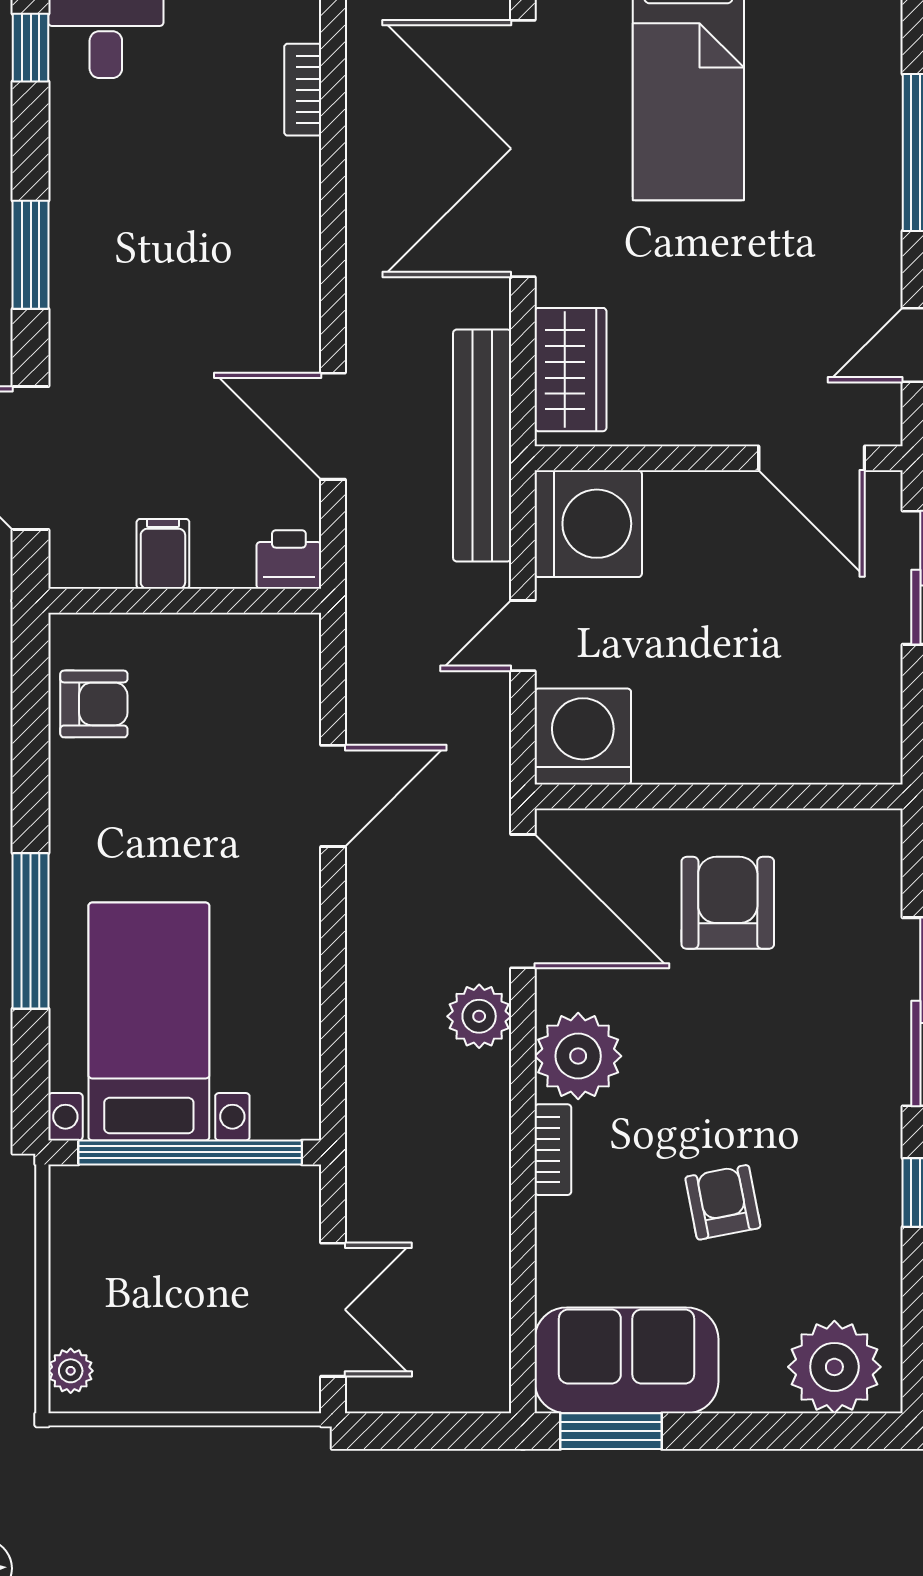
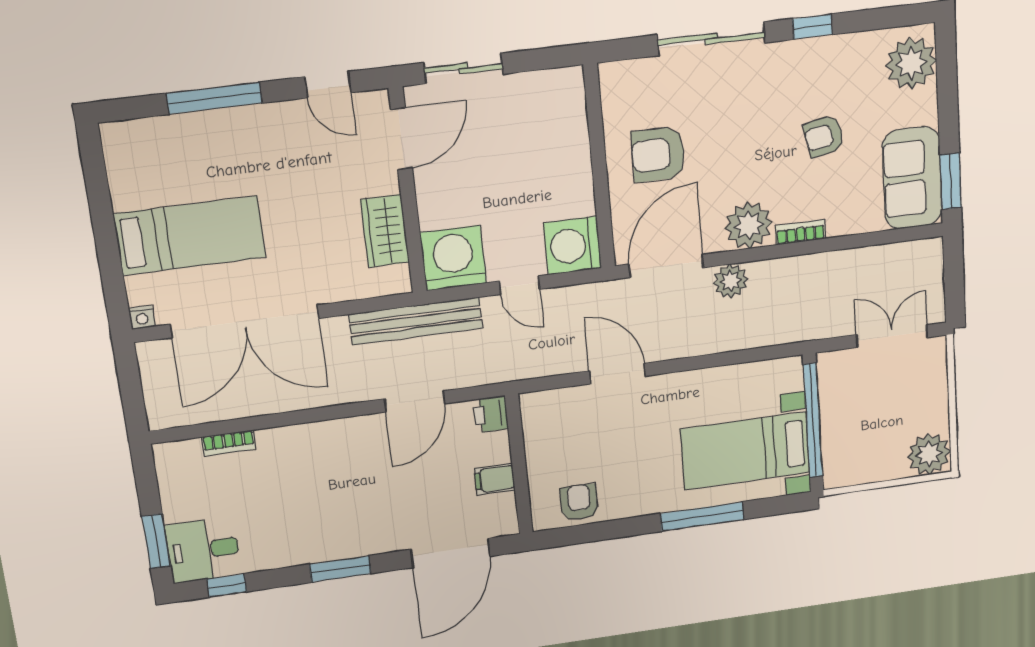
wardrobe: (571, 370) -> (385, 231), moved, turned -90
plant: (71, 1371) -> (929, 454), width x1.87, depth x1.87

